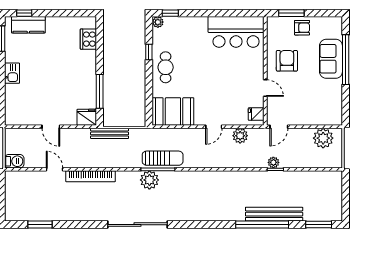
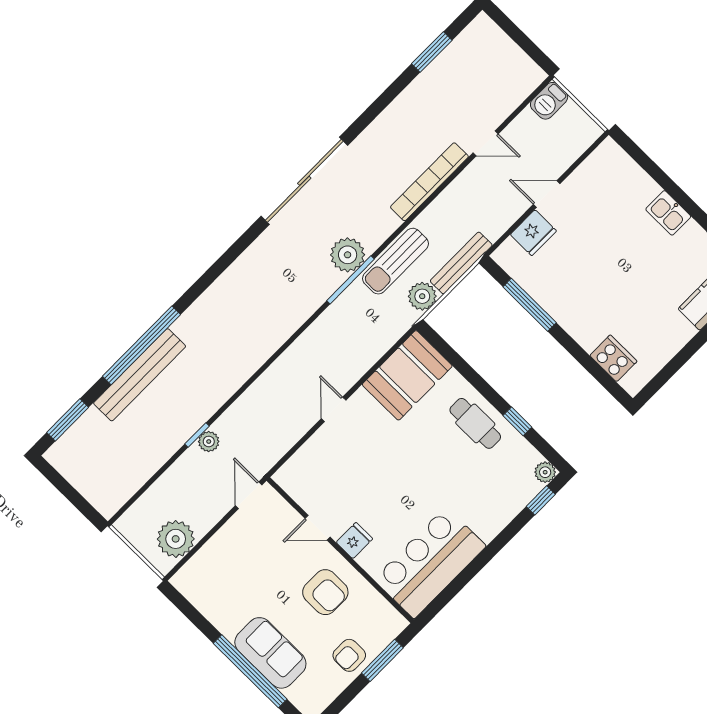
fridge: (256, 114) -> (354, 541), moved
fridge: (87, 117) -> (533, 233), moved
plant: (240, 136) -> (422, 296), moved
sun lounger: (163, 158) -> (395, 261), moved

